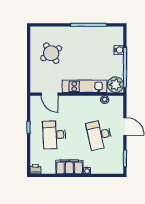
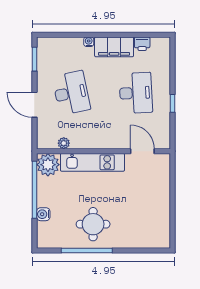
round table: (51, 53) -> (93, 224), moved, turned 32
printer: (35, 169) -> (142, 44), moved

